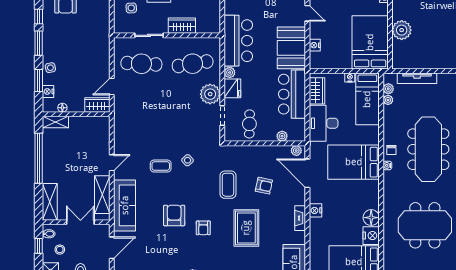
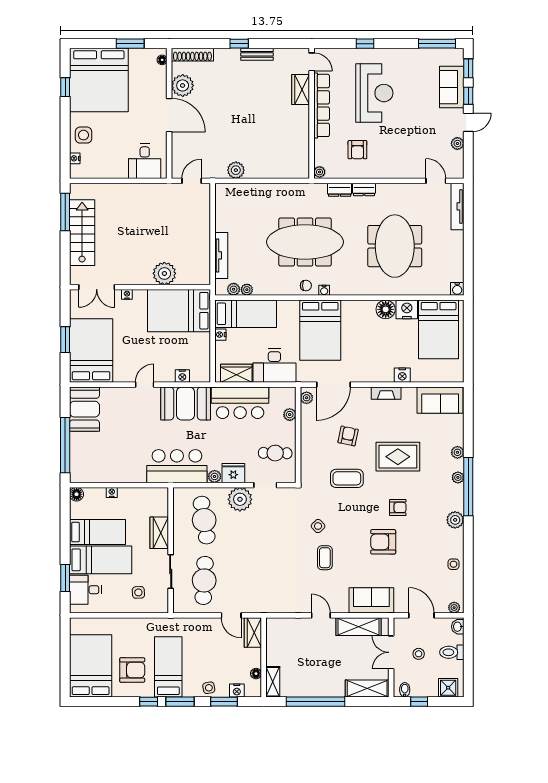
bed: (68, 33) -> (168, 667), added
sofa: (125, 205) -> (371, 600), width x0.73
nightstand: (315, 210) -> (402, 375), moved
stool: (60, 250) -> (419, 654), moved

